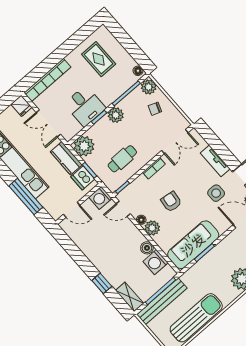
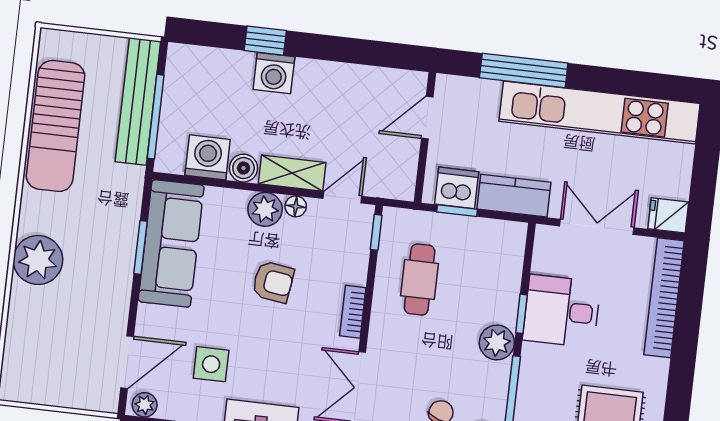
plant: (84, 146) -> (503, 243), removed
washing machine: (100, 198) -> (274, 73), moved, turned 180
shelving: (130, 297) -> (292, 173), moved

